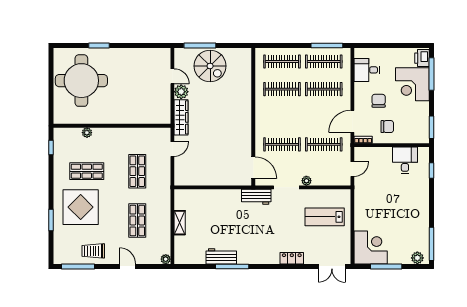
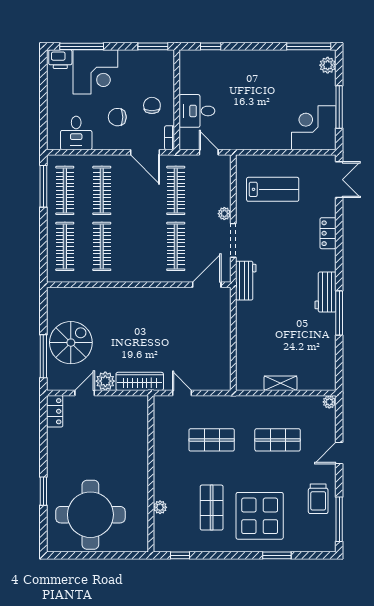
locker: (159, 54) -> (55, 411), added
desk: (405, 160) -> (197, 111), moved
lab bench: (325, 217) -> (273, 189), turned -90
workbench: (221, 256) -> (325, 292), moved

